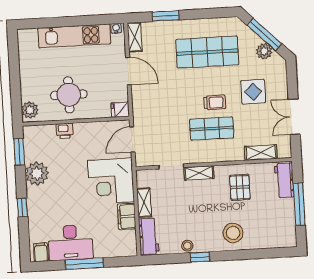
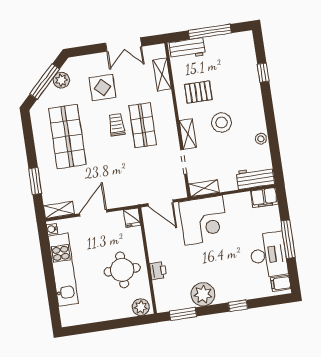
shelving: (144, 203) -> (204, 188), moved
filing cabinet: (127, 216) -> (264, 198), moved
stool: (233, 233) -> (221, 123), moved
window: (200, 257) -> (263, 73), moved

